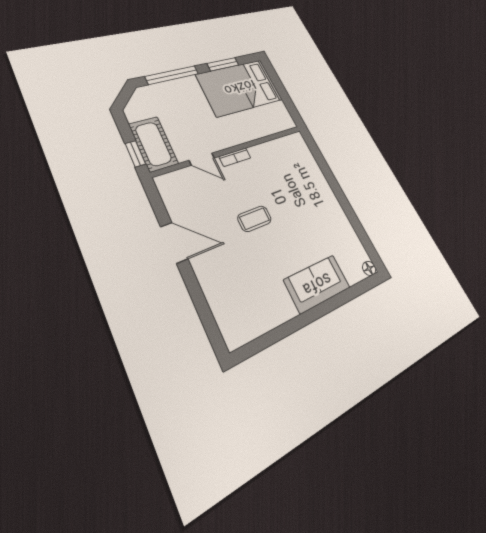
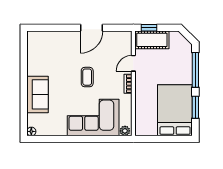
plant: (298, 141) -> (125, 131), added
corner sofa: (304, 189) -> (93, 118), added

